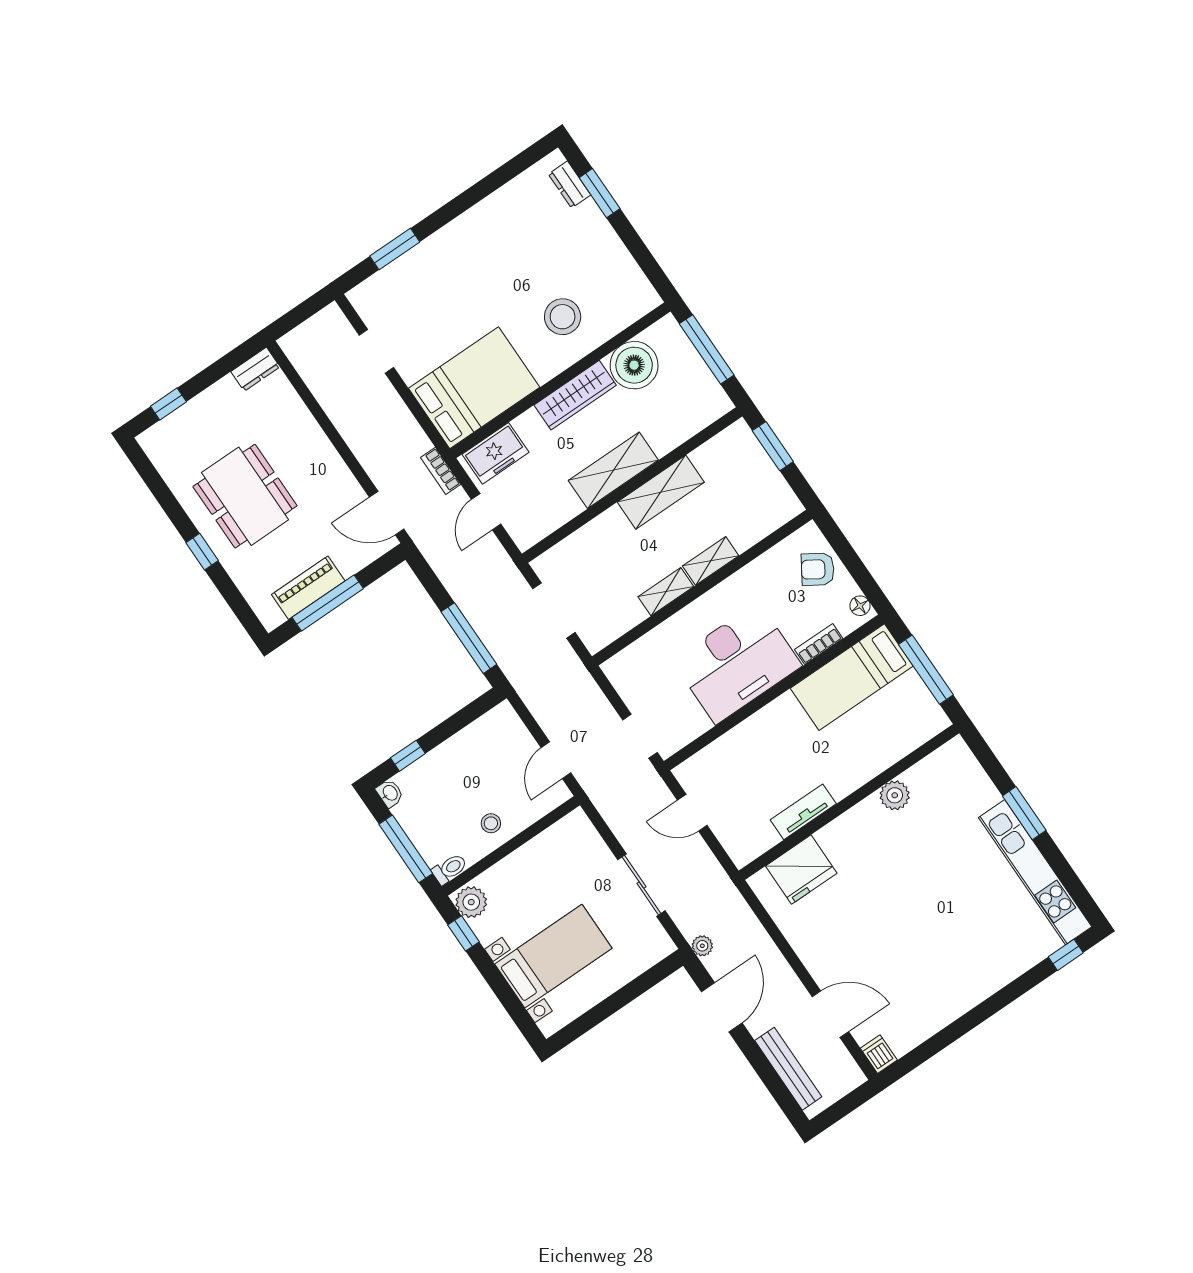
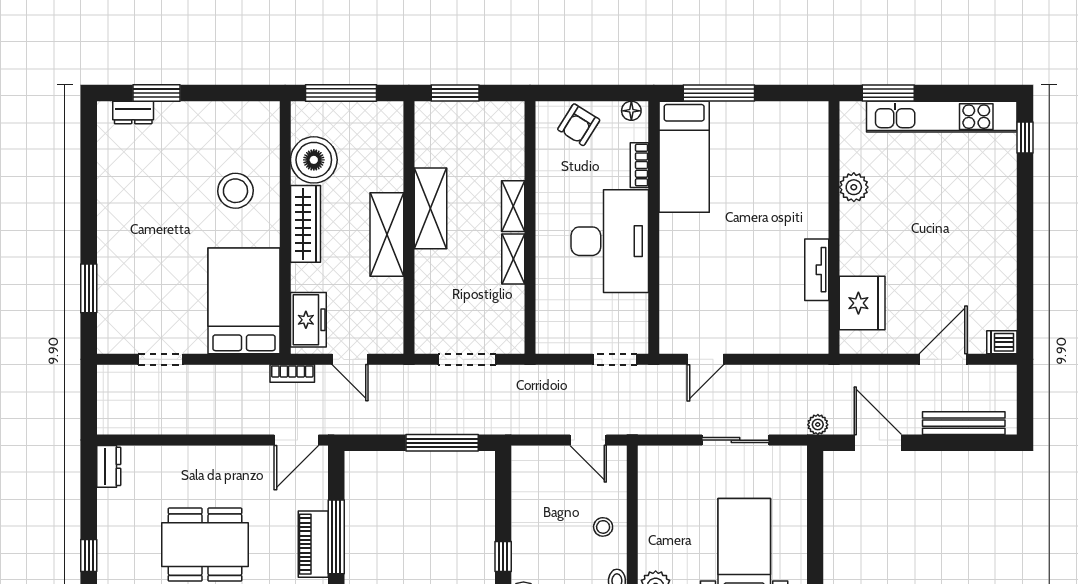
plant: (895, 795) -> (854, 187), moved
wall: (849, 802) -> (834, 228), moved
tv unit: (803, 812) -> (817, 270), moved
fridge: (801, 870) -> (862, 303), moved

